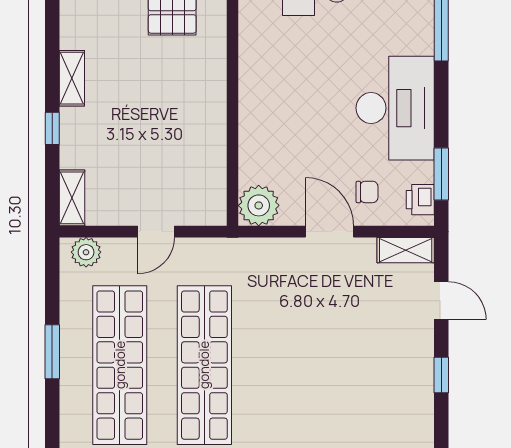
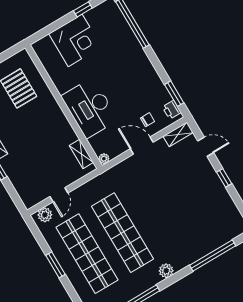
desk: (395, 108) -> (90, 108), moved, turned 180
shelving: (72, 198) -> (81, 154), moved
plant: (259, 205) -> (104, 159), width x0.53, depth x0.53
door: (156, 232) -> (59, 195), moved

